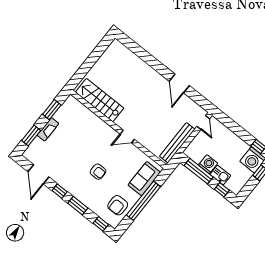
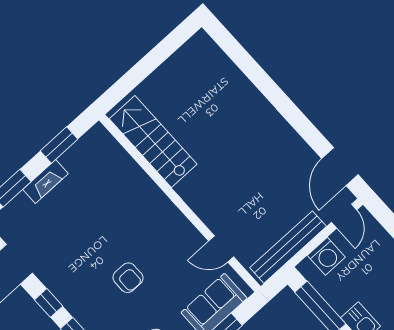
door: (179, 83) -> (340, 167), moved
door: (127, 137) -> (221, 249), moved
washing machine: (208, 164) -> (326, 256), moved, turned 90

